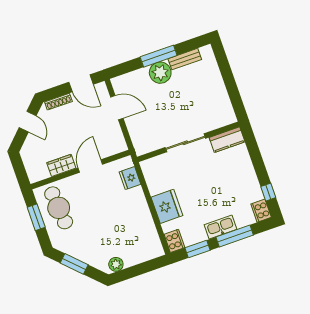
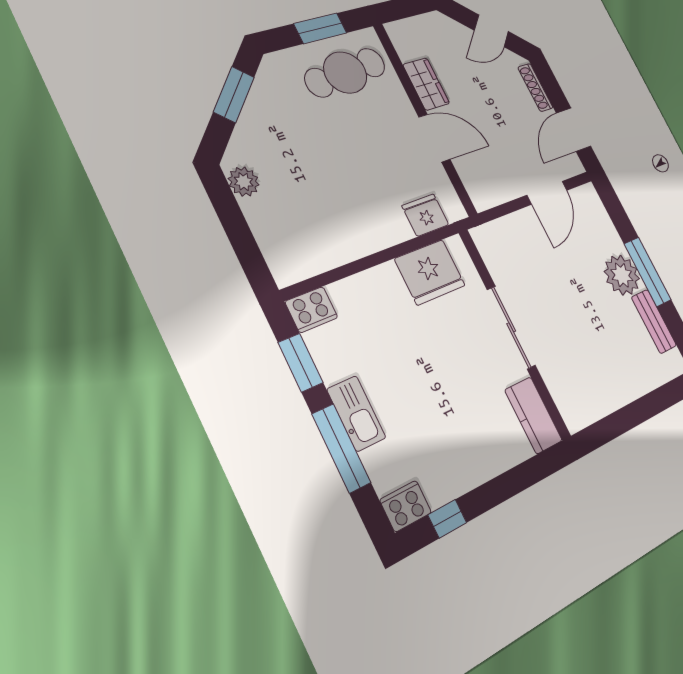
fridge: (167, 206) -> (430, 272), moved

